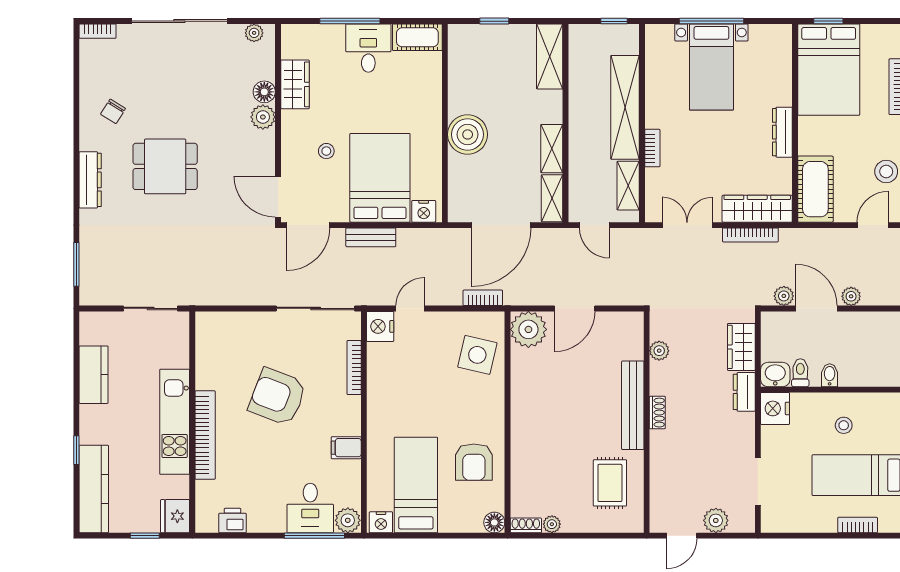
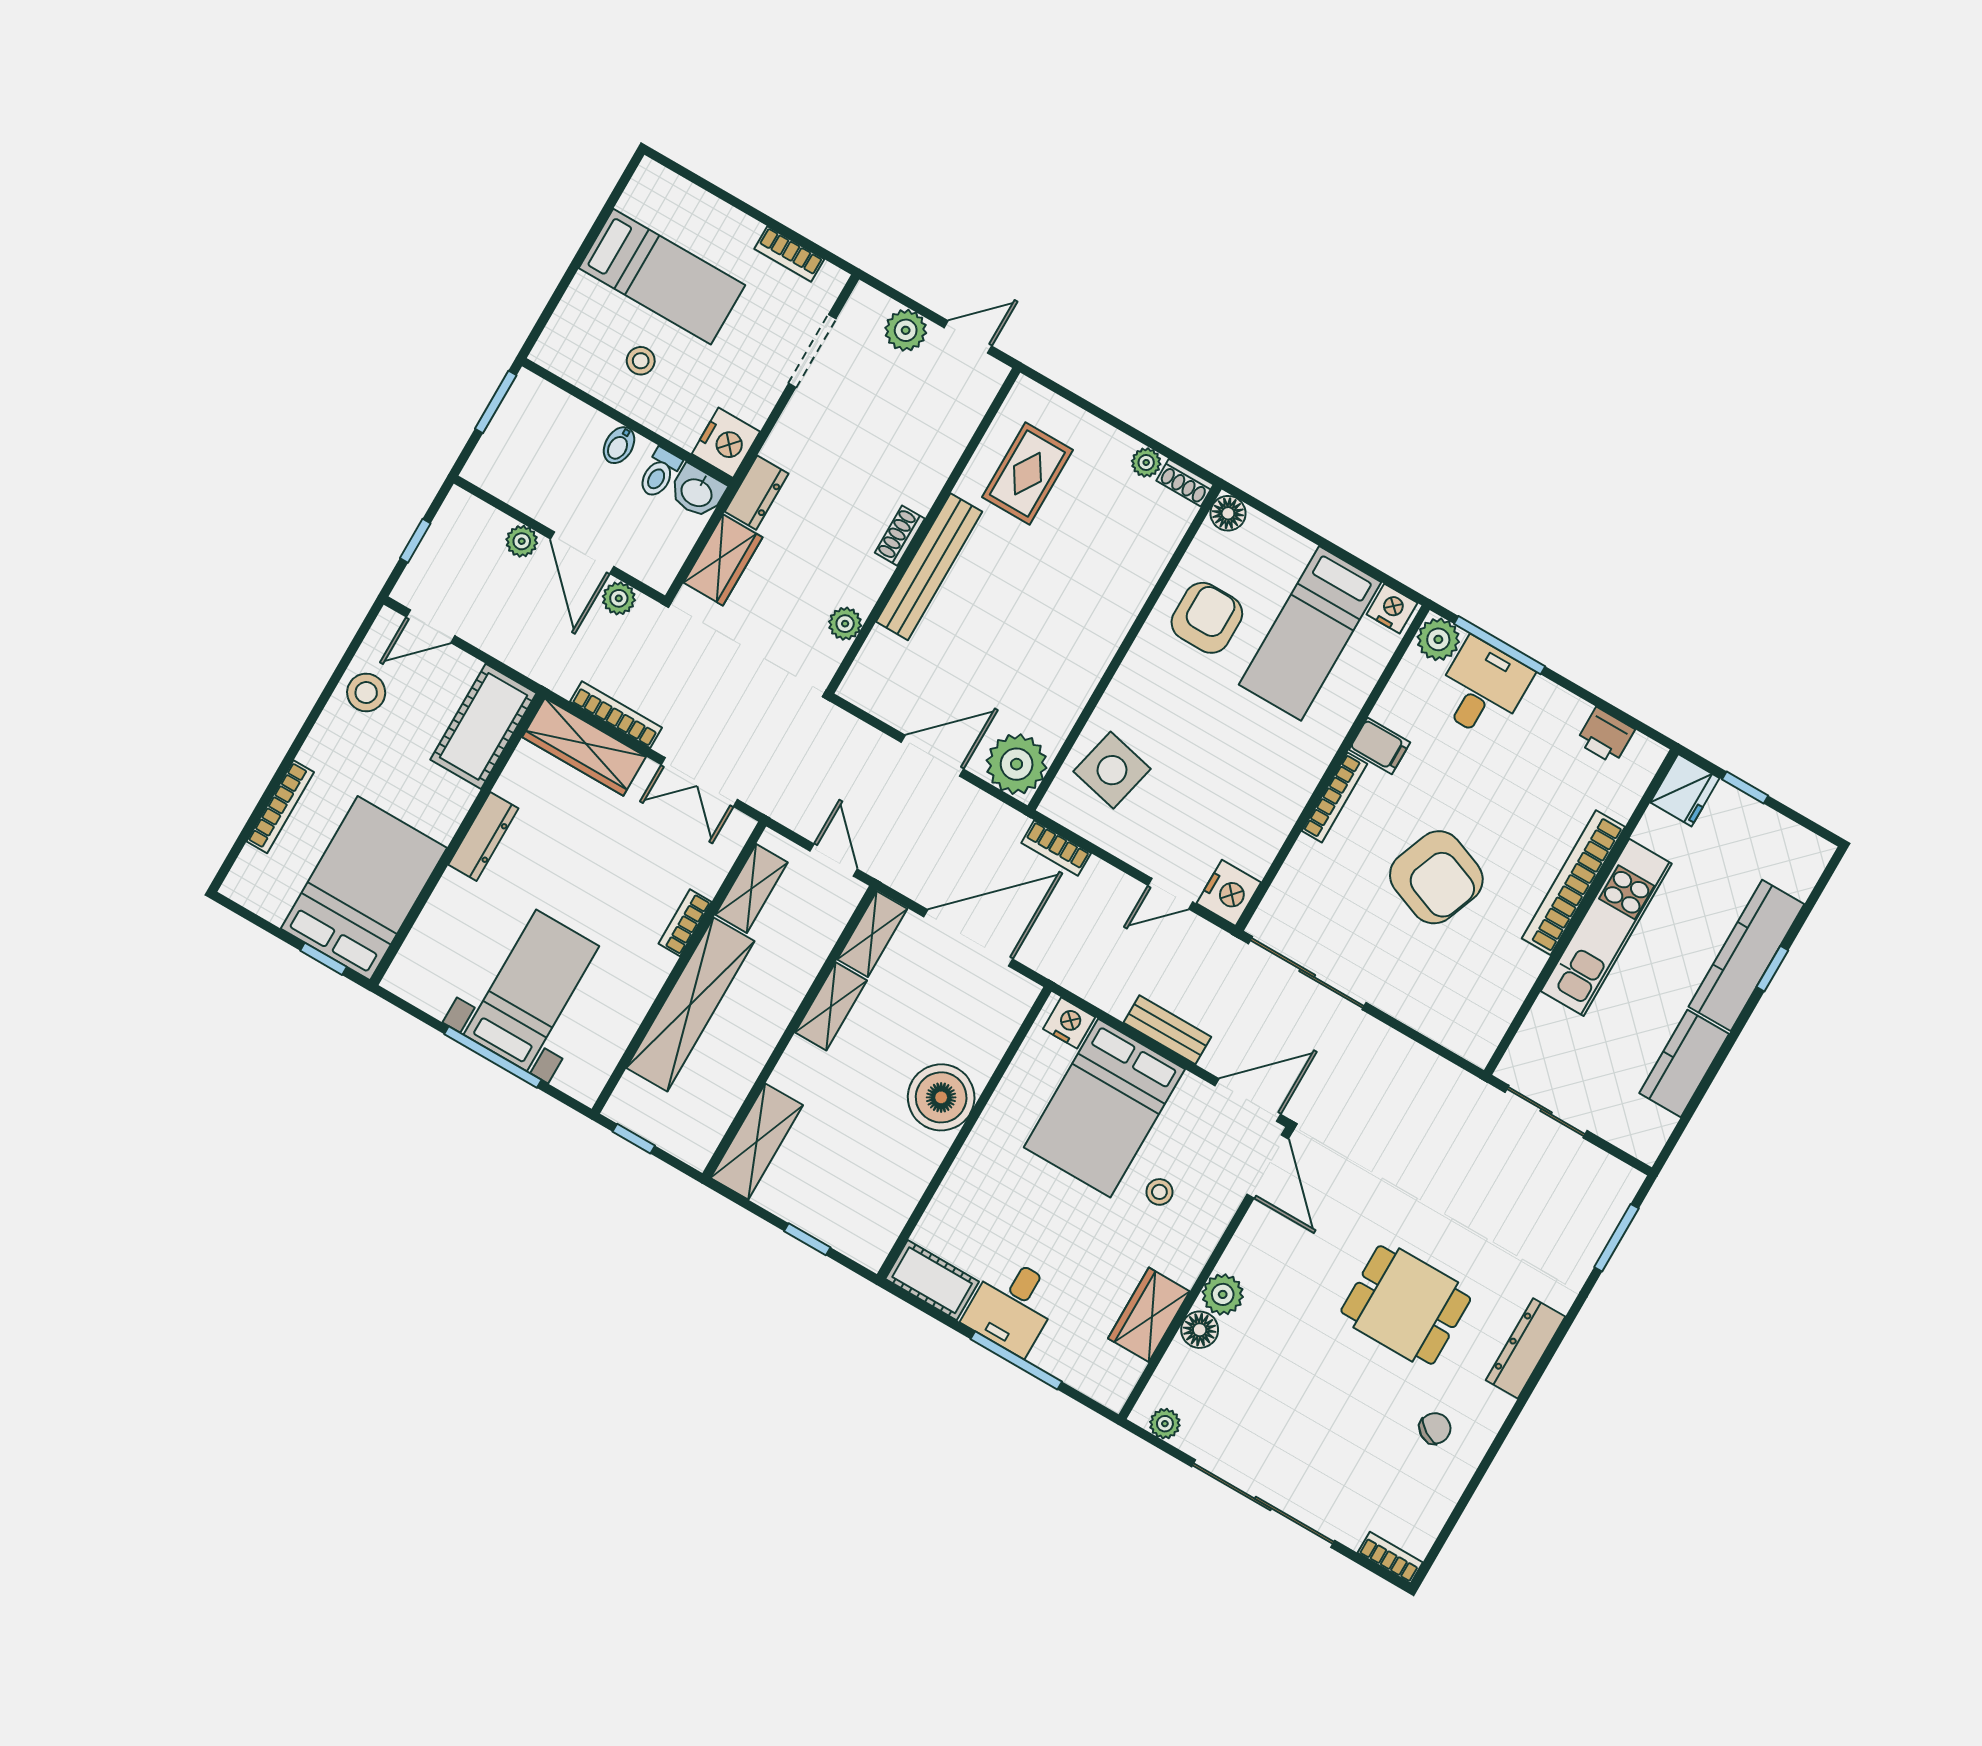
bookcase: (354, 367) -> (1335, 797), moved
kitchen counter: (94, 489) -> (1746, 955), moved
bookcase: (858, 525) -> (789, 254), moved

